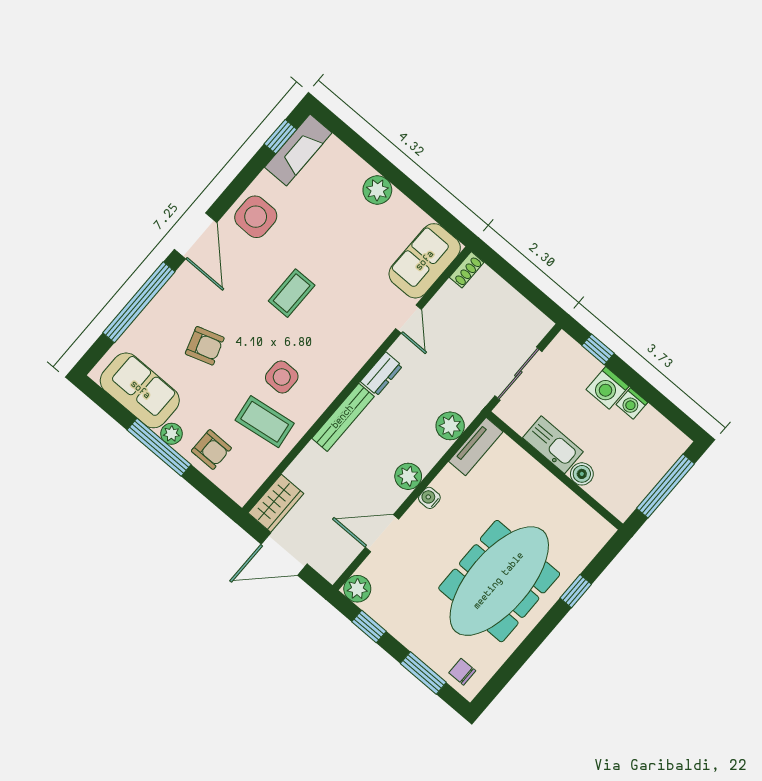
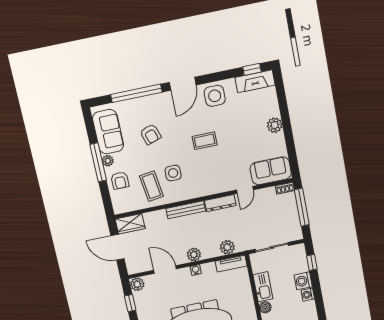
window: (515, 278) -> (302, 207), added
dresser: (381, 374) -> (220, 203), width x1.44

